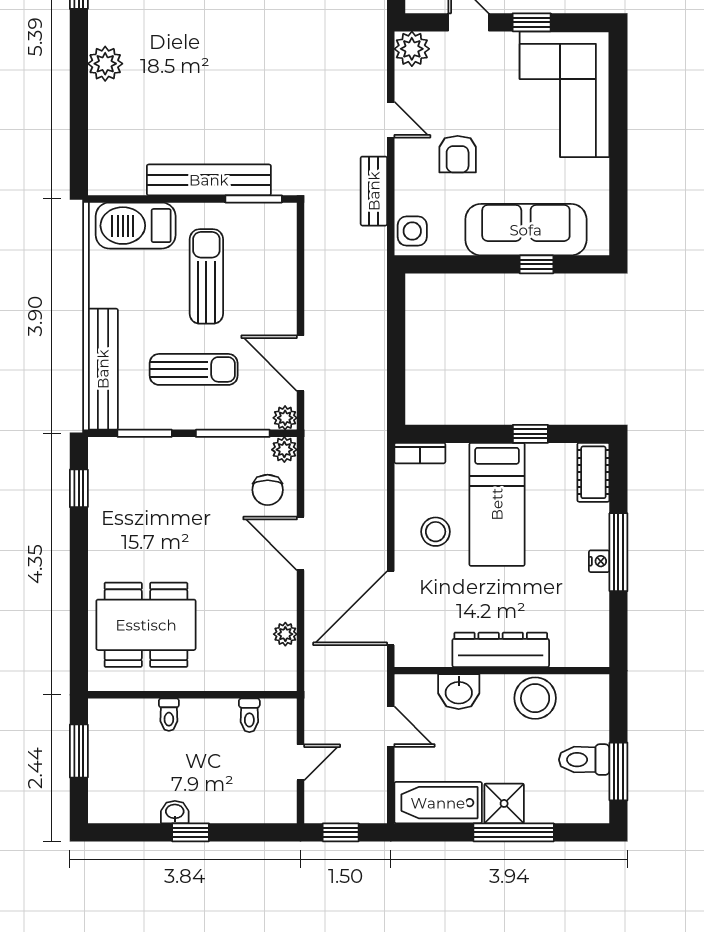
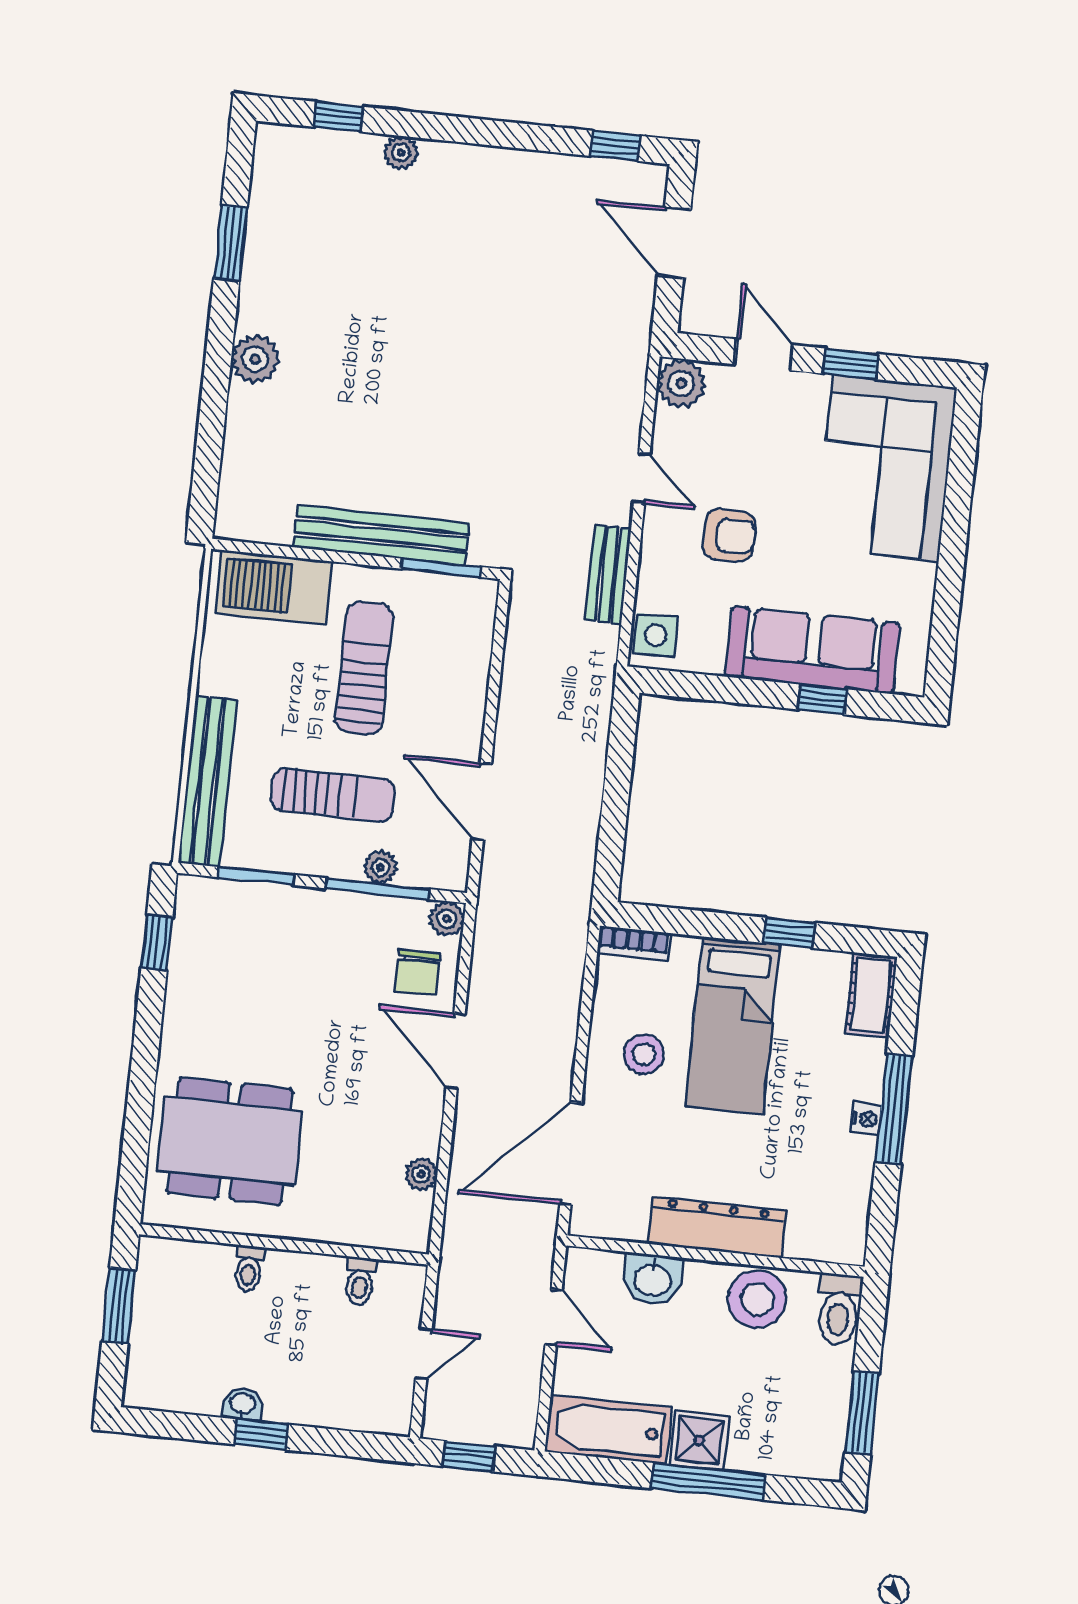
armchair: (458, 154) -> (729, 535), turned -90
plant: (285, 418) -> (380, 867), moved
toilet: (584, 760) -> (839, 1309), moved, turned -90

